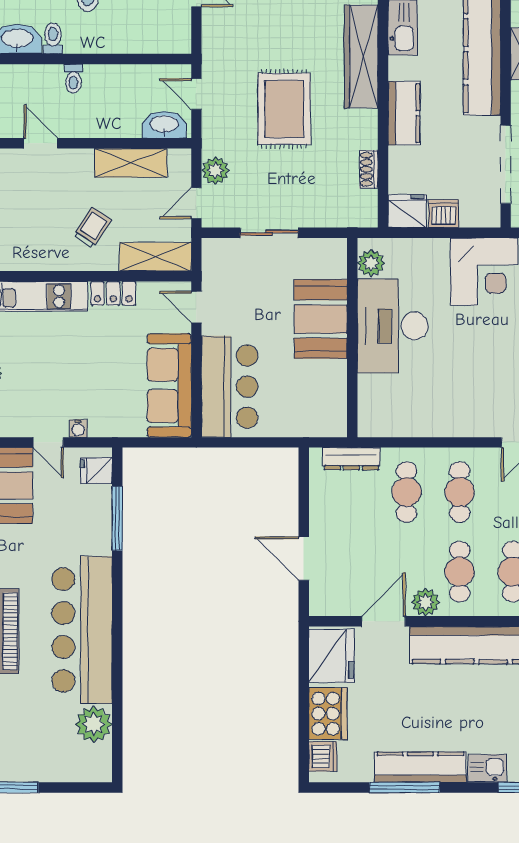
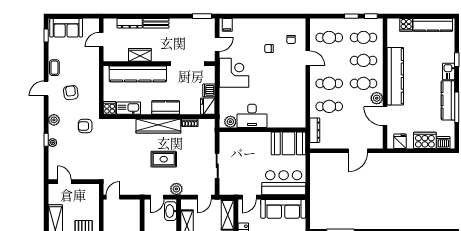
wardrobe: (361, 57) -> (158, 126), moved
rug: (284, 109) -> (164, 159), width x0.73, depth x0.70
plant: (215, 170) -> (176, 189), moved
door: (196, 203) -> (204, 197), hinge flipped
booth: (321, 319) -> (288, 143), moved
desk: (393, 326) -> (252, 116), width x0.73, depth x0.77
fridge: (331, 656) -> (400, 141), width x0.53, depth x0.75

